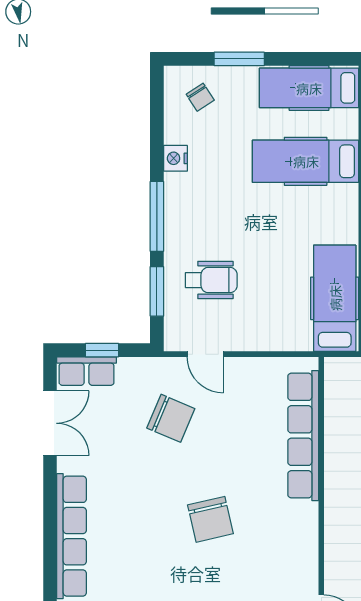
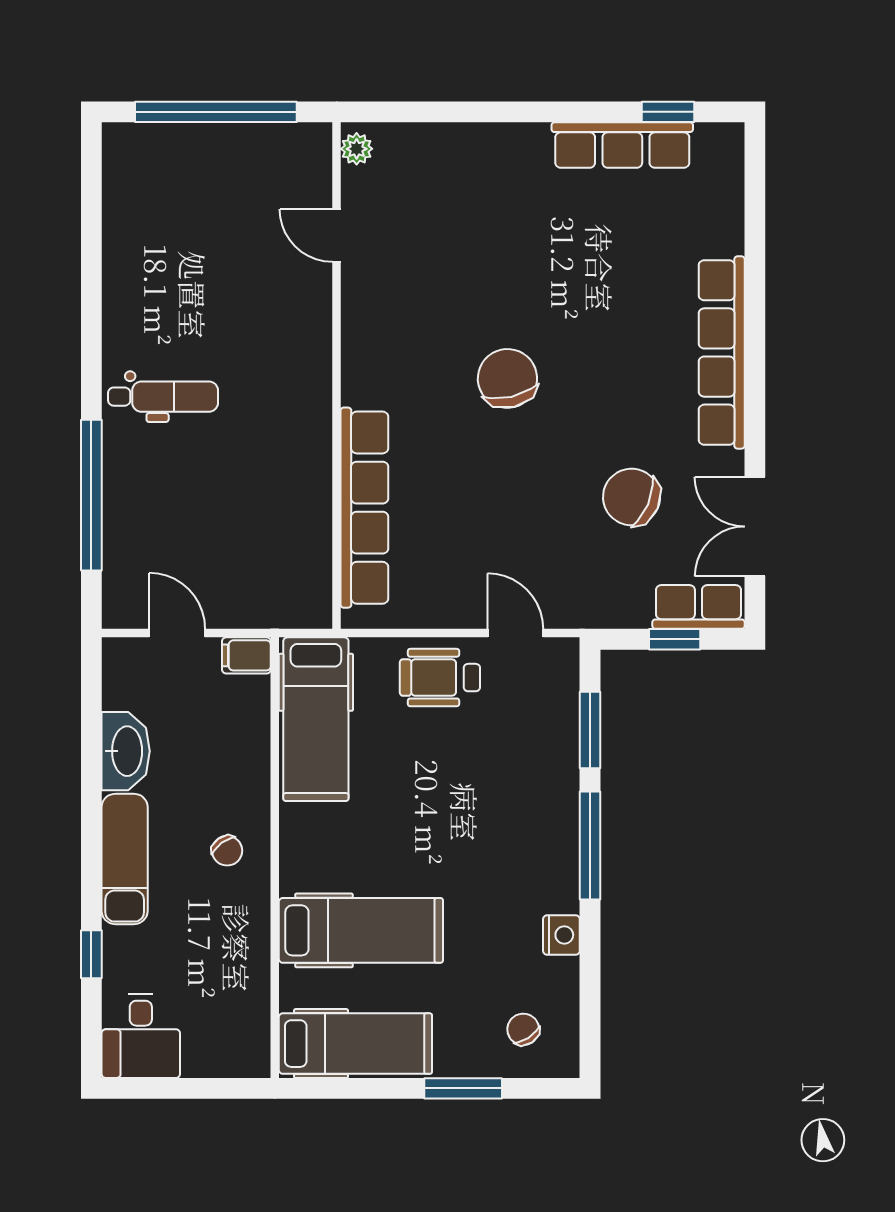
wheelchair: (211, 280) -> (440, 678), moved
chair: (171, 418) -> (632, 497), moved

